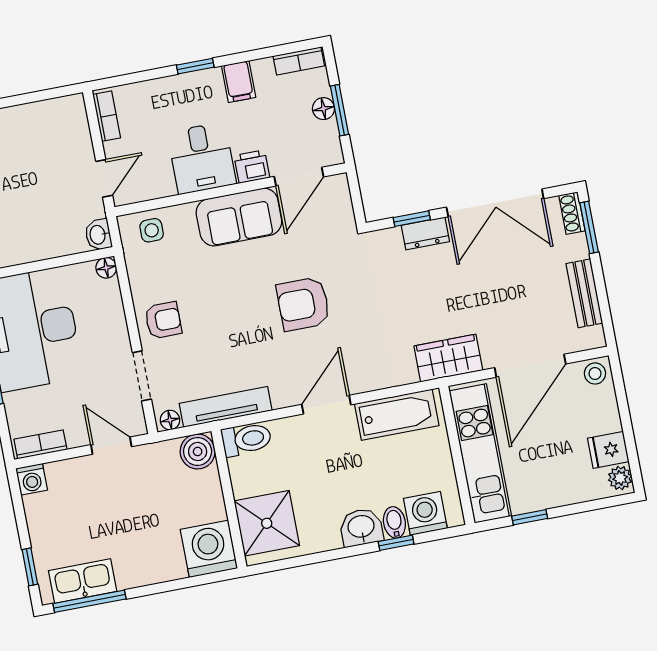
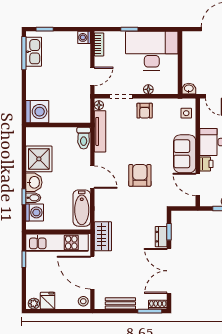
floor lamp: (106, 268) -> (148, 89), moved
boiler: (198, 451) -> (82, 115), removed
shower: (267, 523) -> (39, 159), moved

